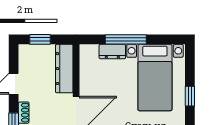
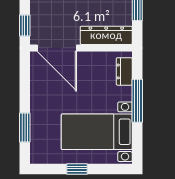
dresser: (112, 52) -> (124, 71), moved

